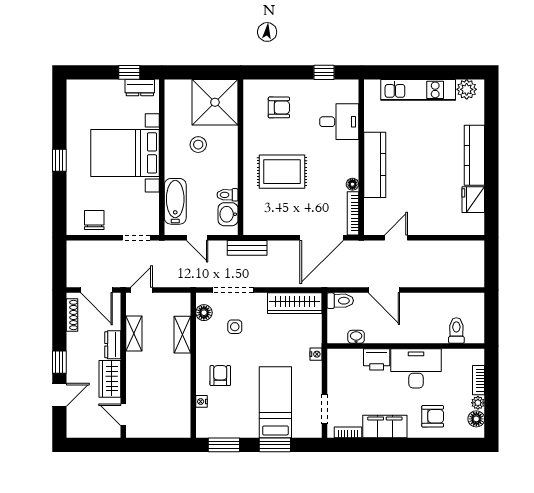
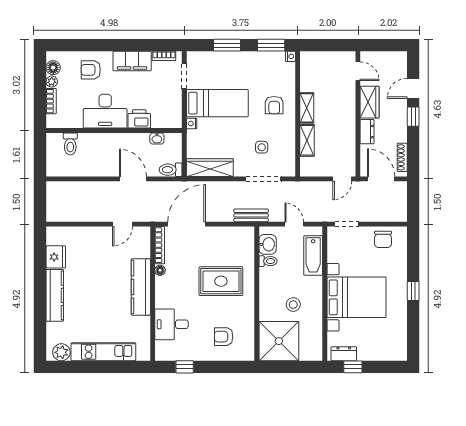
floor lamp: (204, 313) -> (288, 159), removed
shelving: (134, 333) -> (307, 108), moved
nightstand: (202, 401) -> (290, 56), moved
bed: (275, 402) -> (217, 103), moved, turned -90

